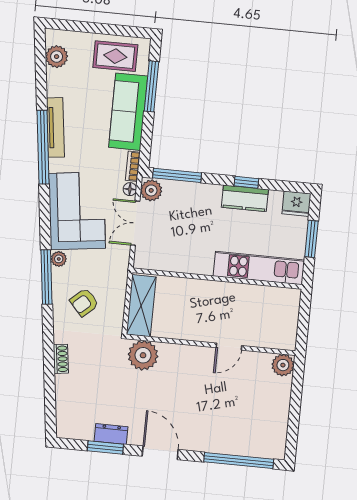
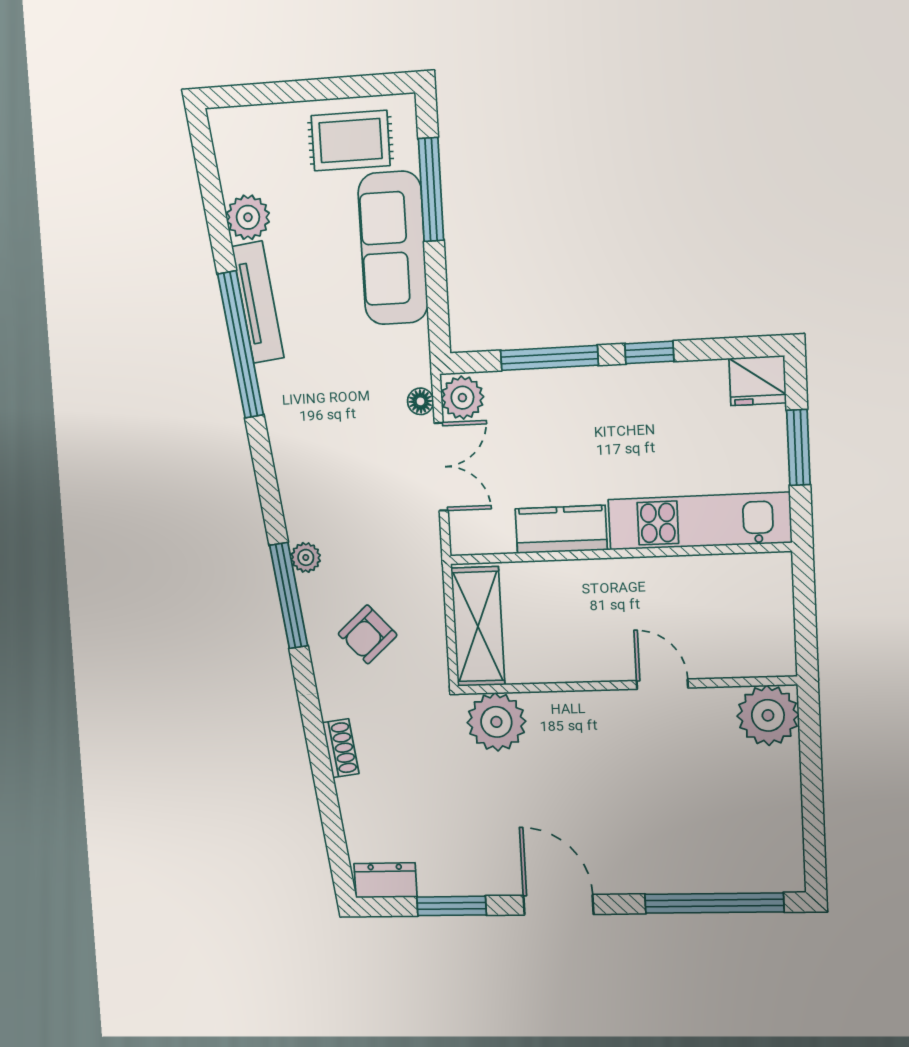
plant: (57, 57) -> (248, 217), moved
bookcase: (133, 166) -> (419, 355), removed
window: (177, 175) -> (549, 358), moved
kitchen counter: (245, 198) -> (561, 529), moved, turned 180
corner sofa: (77, 211) -> (325, 459), removed
double door: (135, 223) -> (441, 467), swing flipped
door: (229, 347) -> (662, 684), swing flipped
plant: (283, 365) -> (768, 715), width x1.36, depth x1.36
dresser: (111, 434) -> (386, 880), moved

